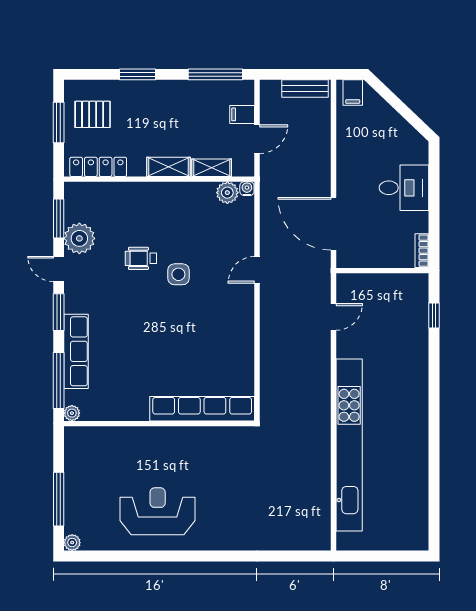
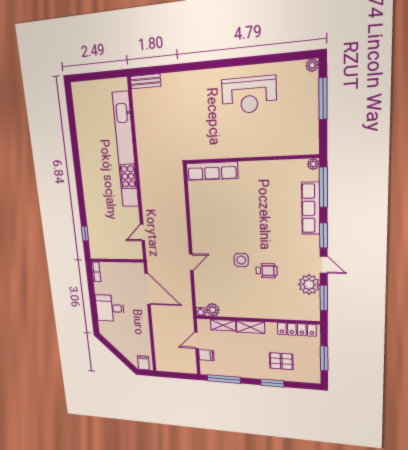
bench: (305, 88) -> (145, 81), moved
pallet: (93, 114) -> (281, 361), moved
row of seats: (202, 409) -> (212, 171), width x0.73

